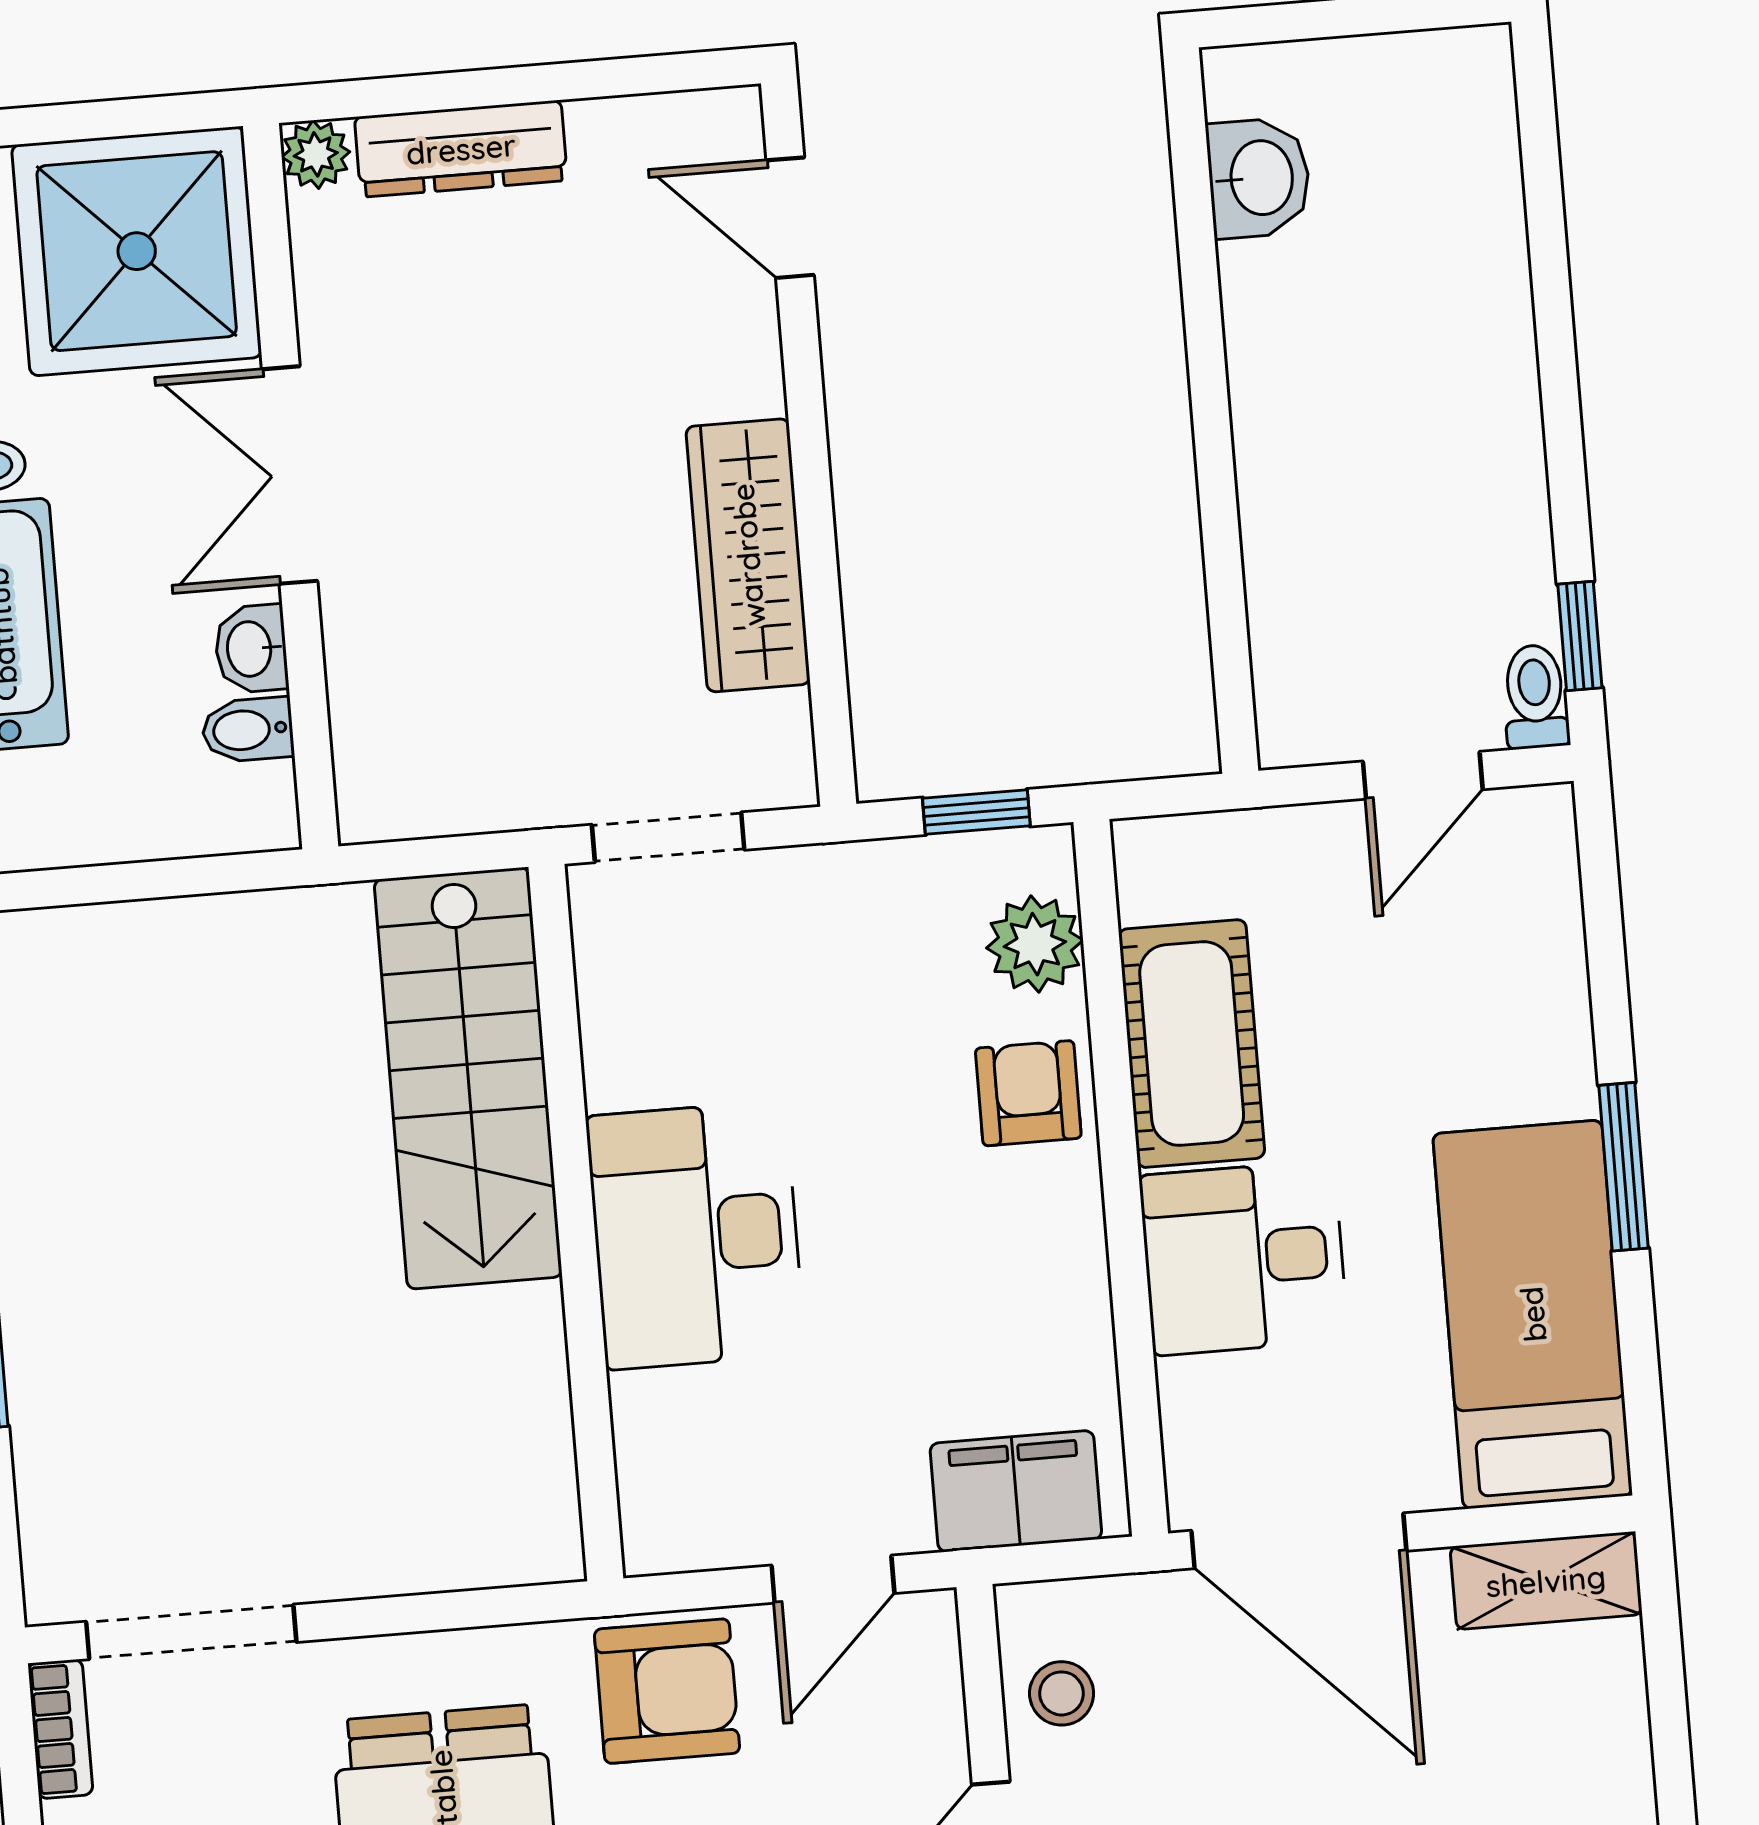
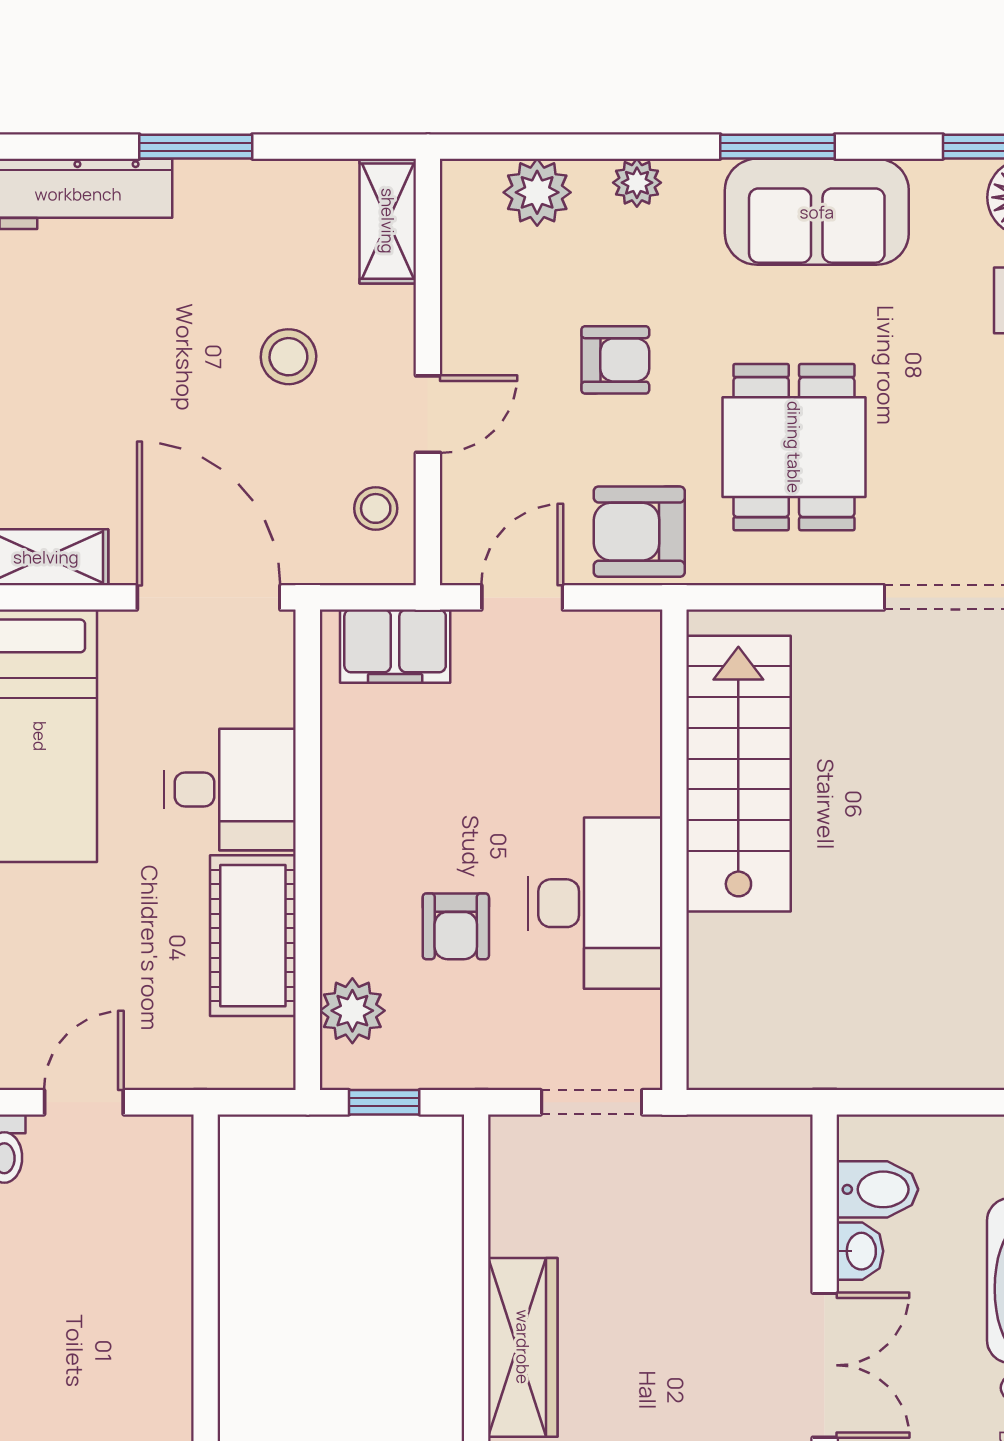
wardrobe: (748, 555) -> (523, 1347), moved
bidet: (248, 730) -> (877, 1189), width x1.38, depth x1.36
stairs: (468, 1078) -> (738, 774), moved
armchair: (1028, 1093) -> (456, 926), moved
desk: (696, 1235) -> (595, 903), moved

